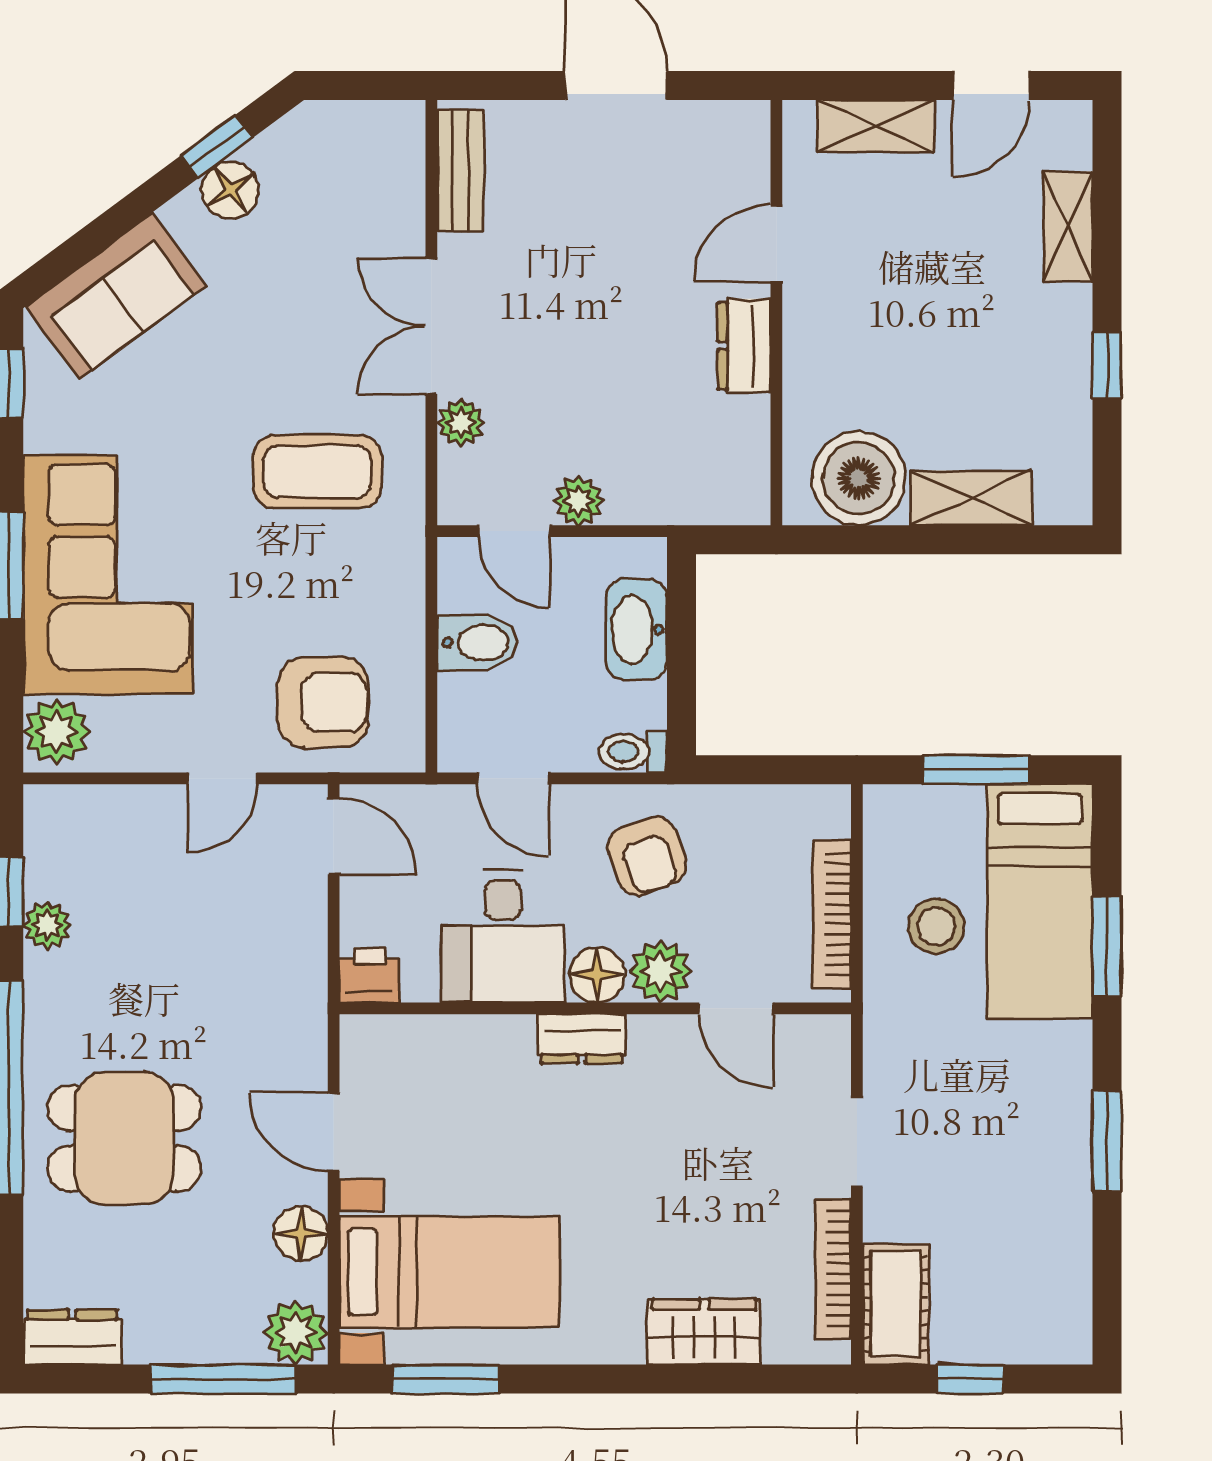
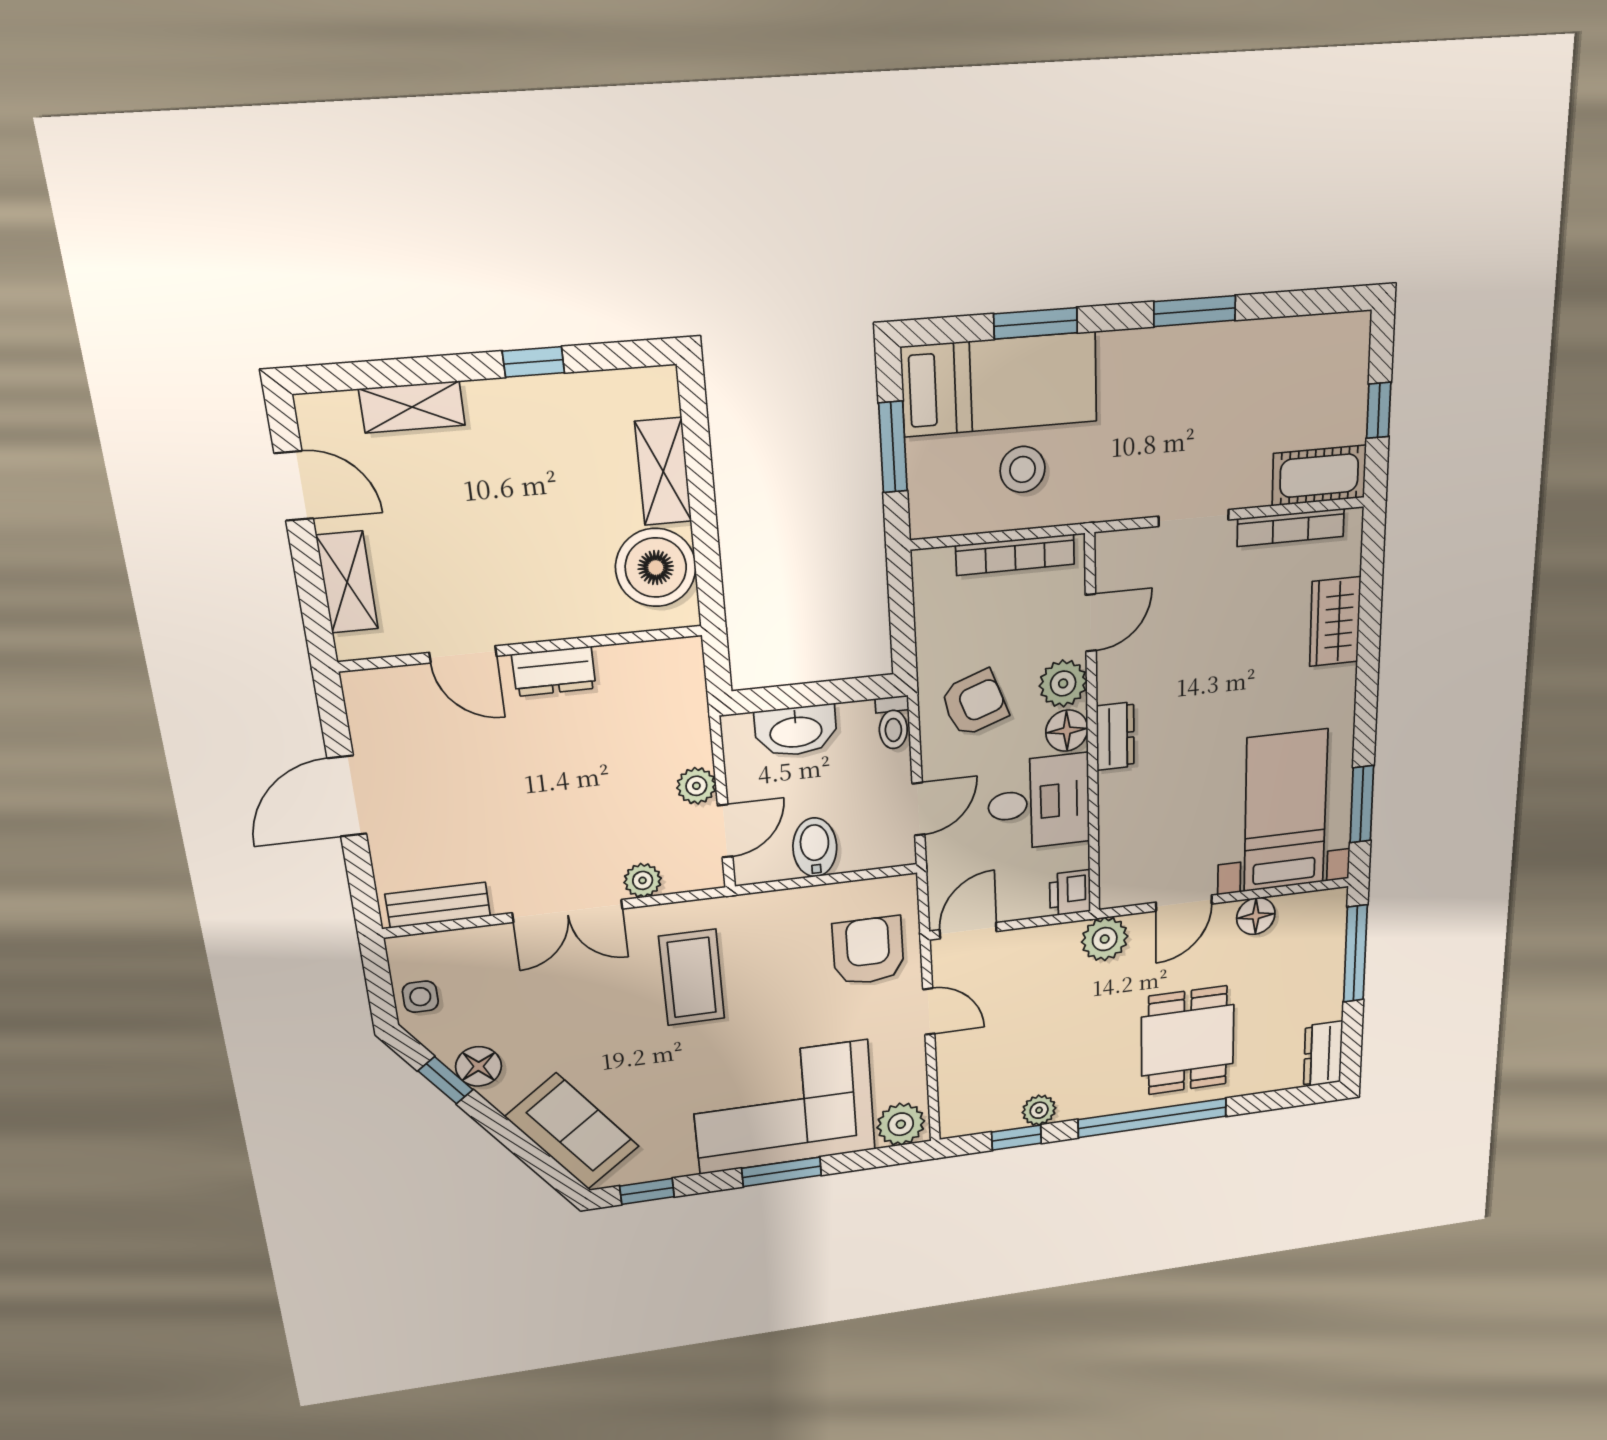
side table: (339, 132) -> (420, 997), added
plant: (296, 1332) -> (1105, 939), moved

